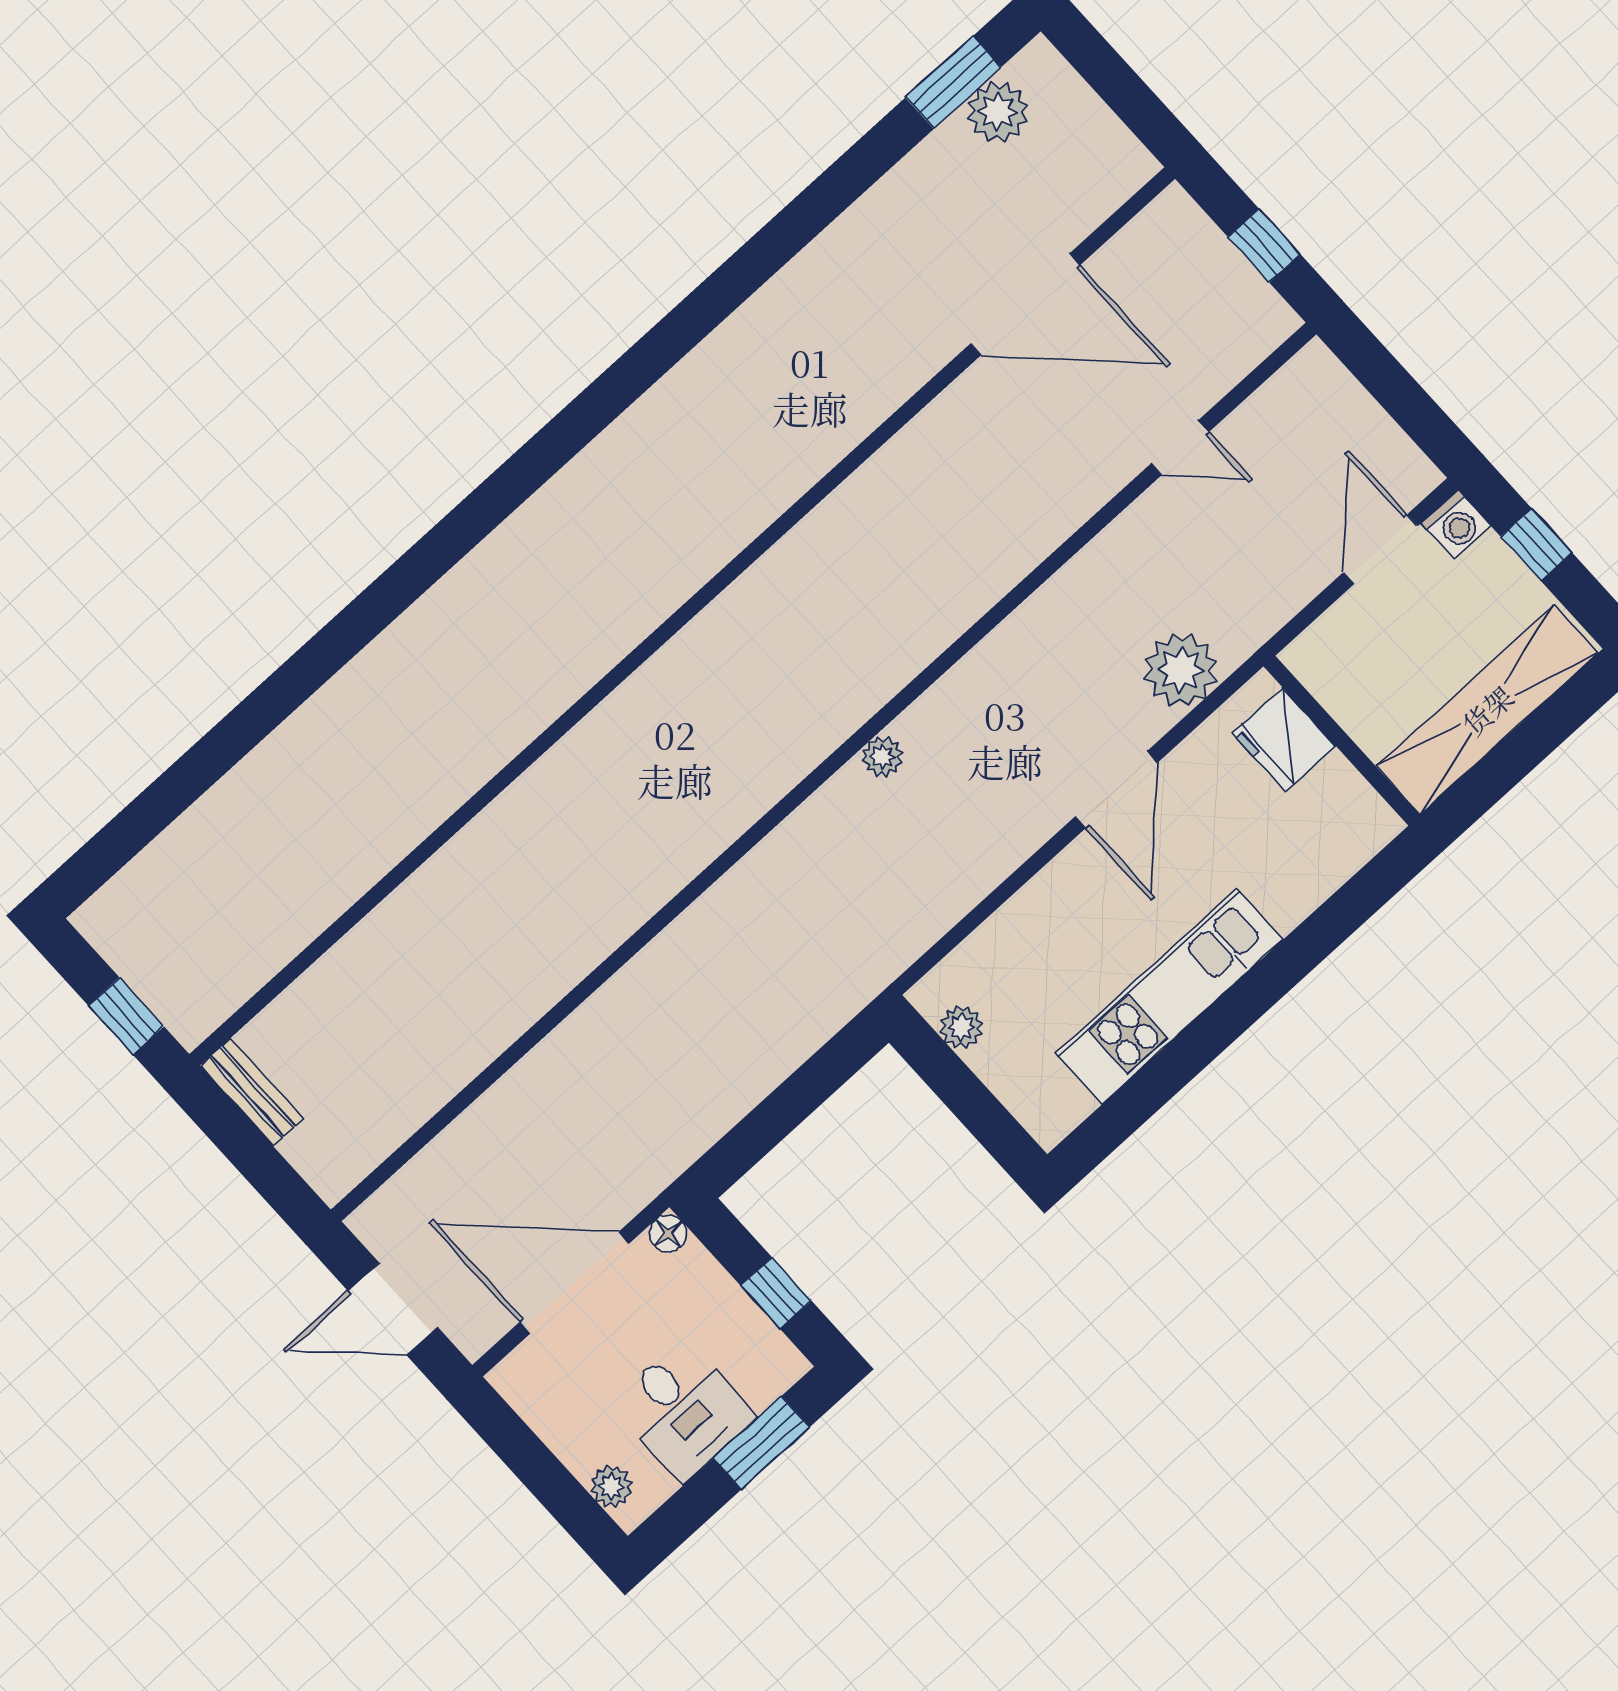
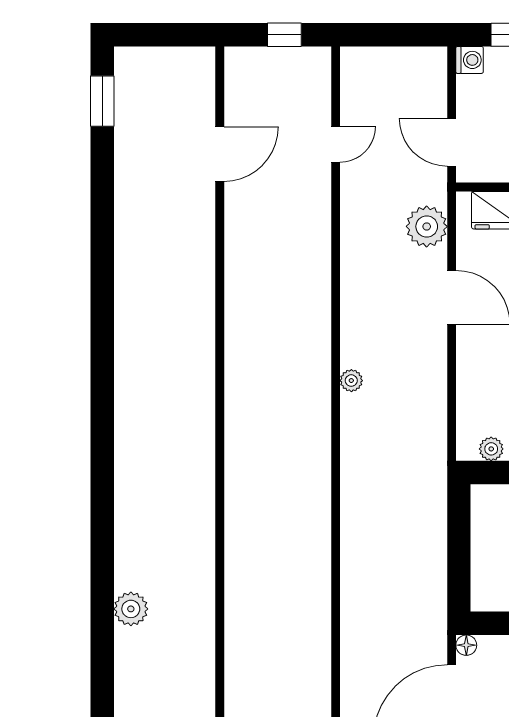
plant: (998, 112) -> (131, 609), moved
door: (1025, 304) -> (220, 154), width x0.73
door: (1380, 549) -> (452, 142), moved

